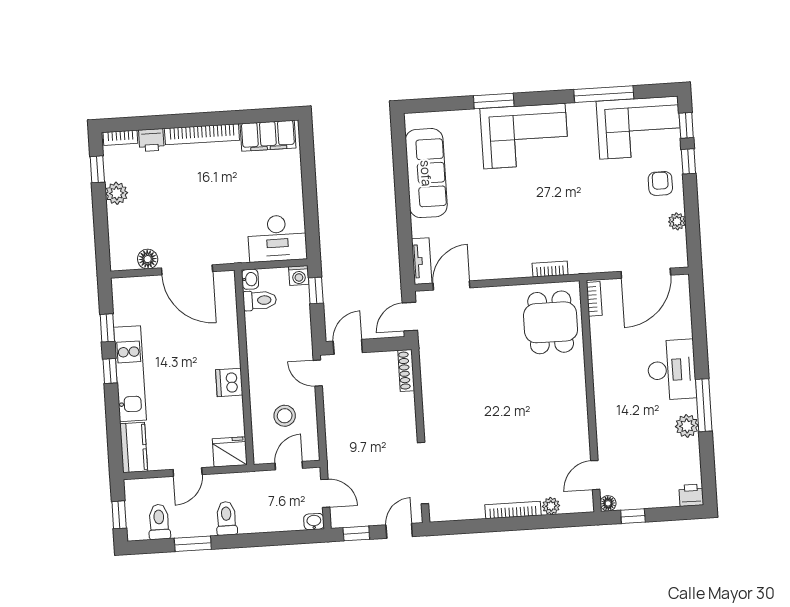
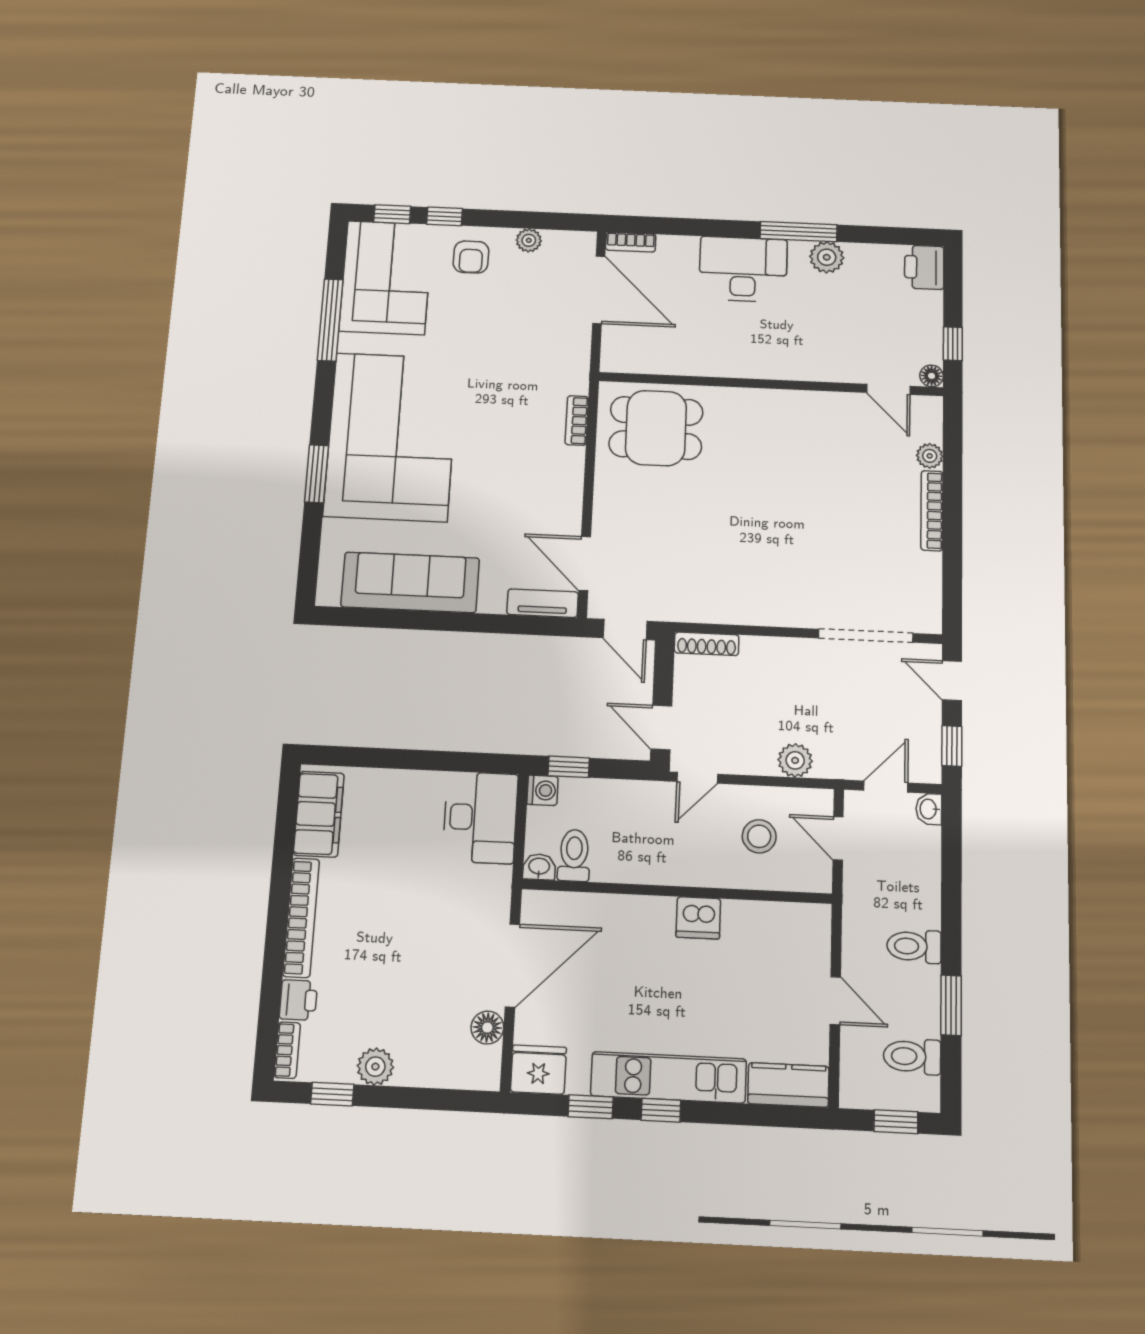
corner sofa: (524, 136) -> (391, 437), width x1.36, depth x1.36
armchair: (660, 183) -> (471, 257), turned -90
bookcase: (594, 299) -> (631, 242), moved, turned 180
plant: (336, 434) -> (795, 760), added
fridge: (230, 452) -> (538, 1070), moved, turned 90
printer: (691, 495) -> (924, 267), width x1.36, depth x1.24

